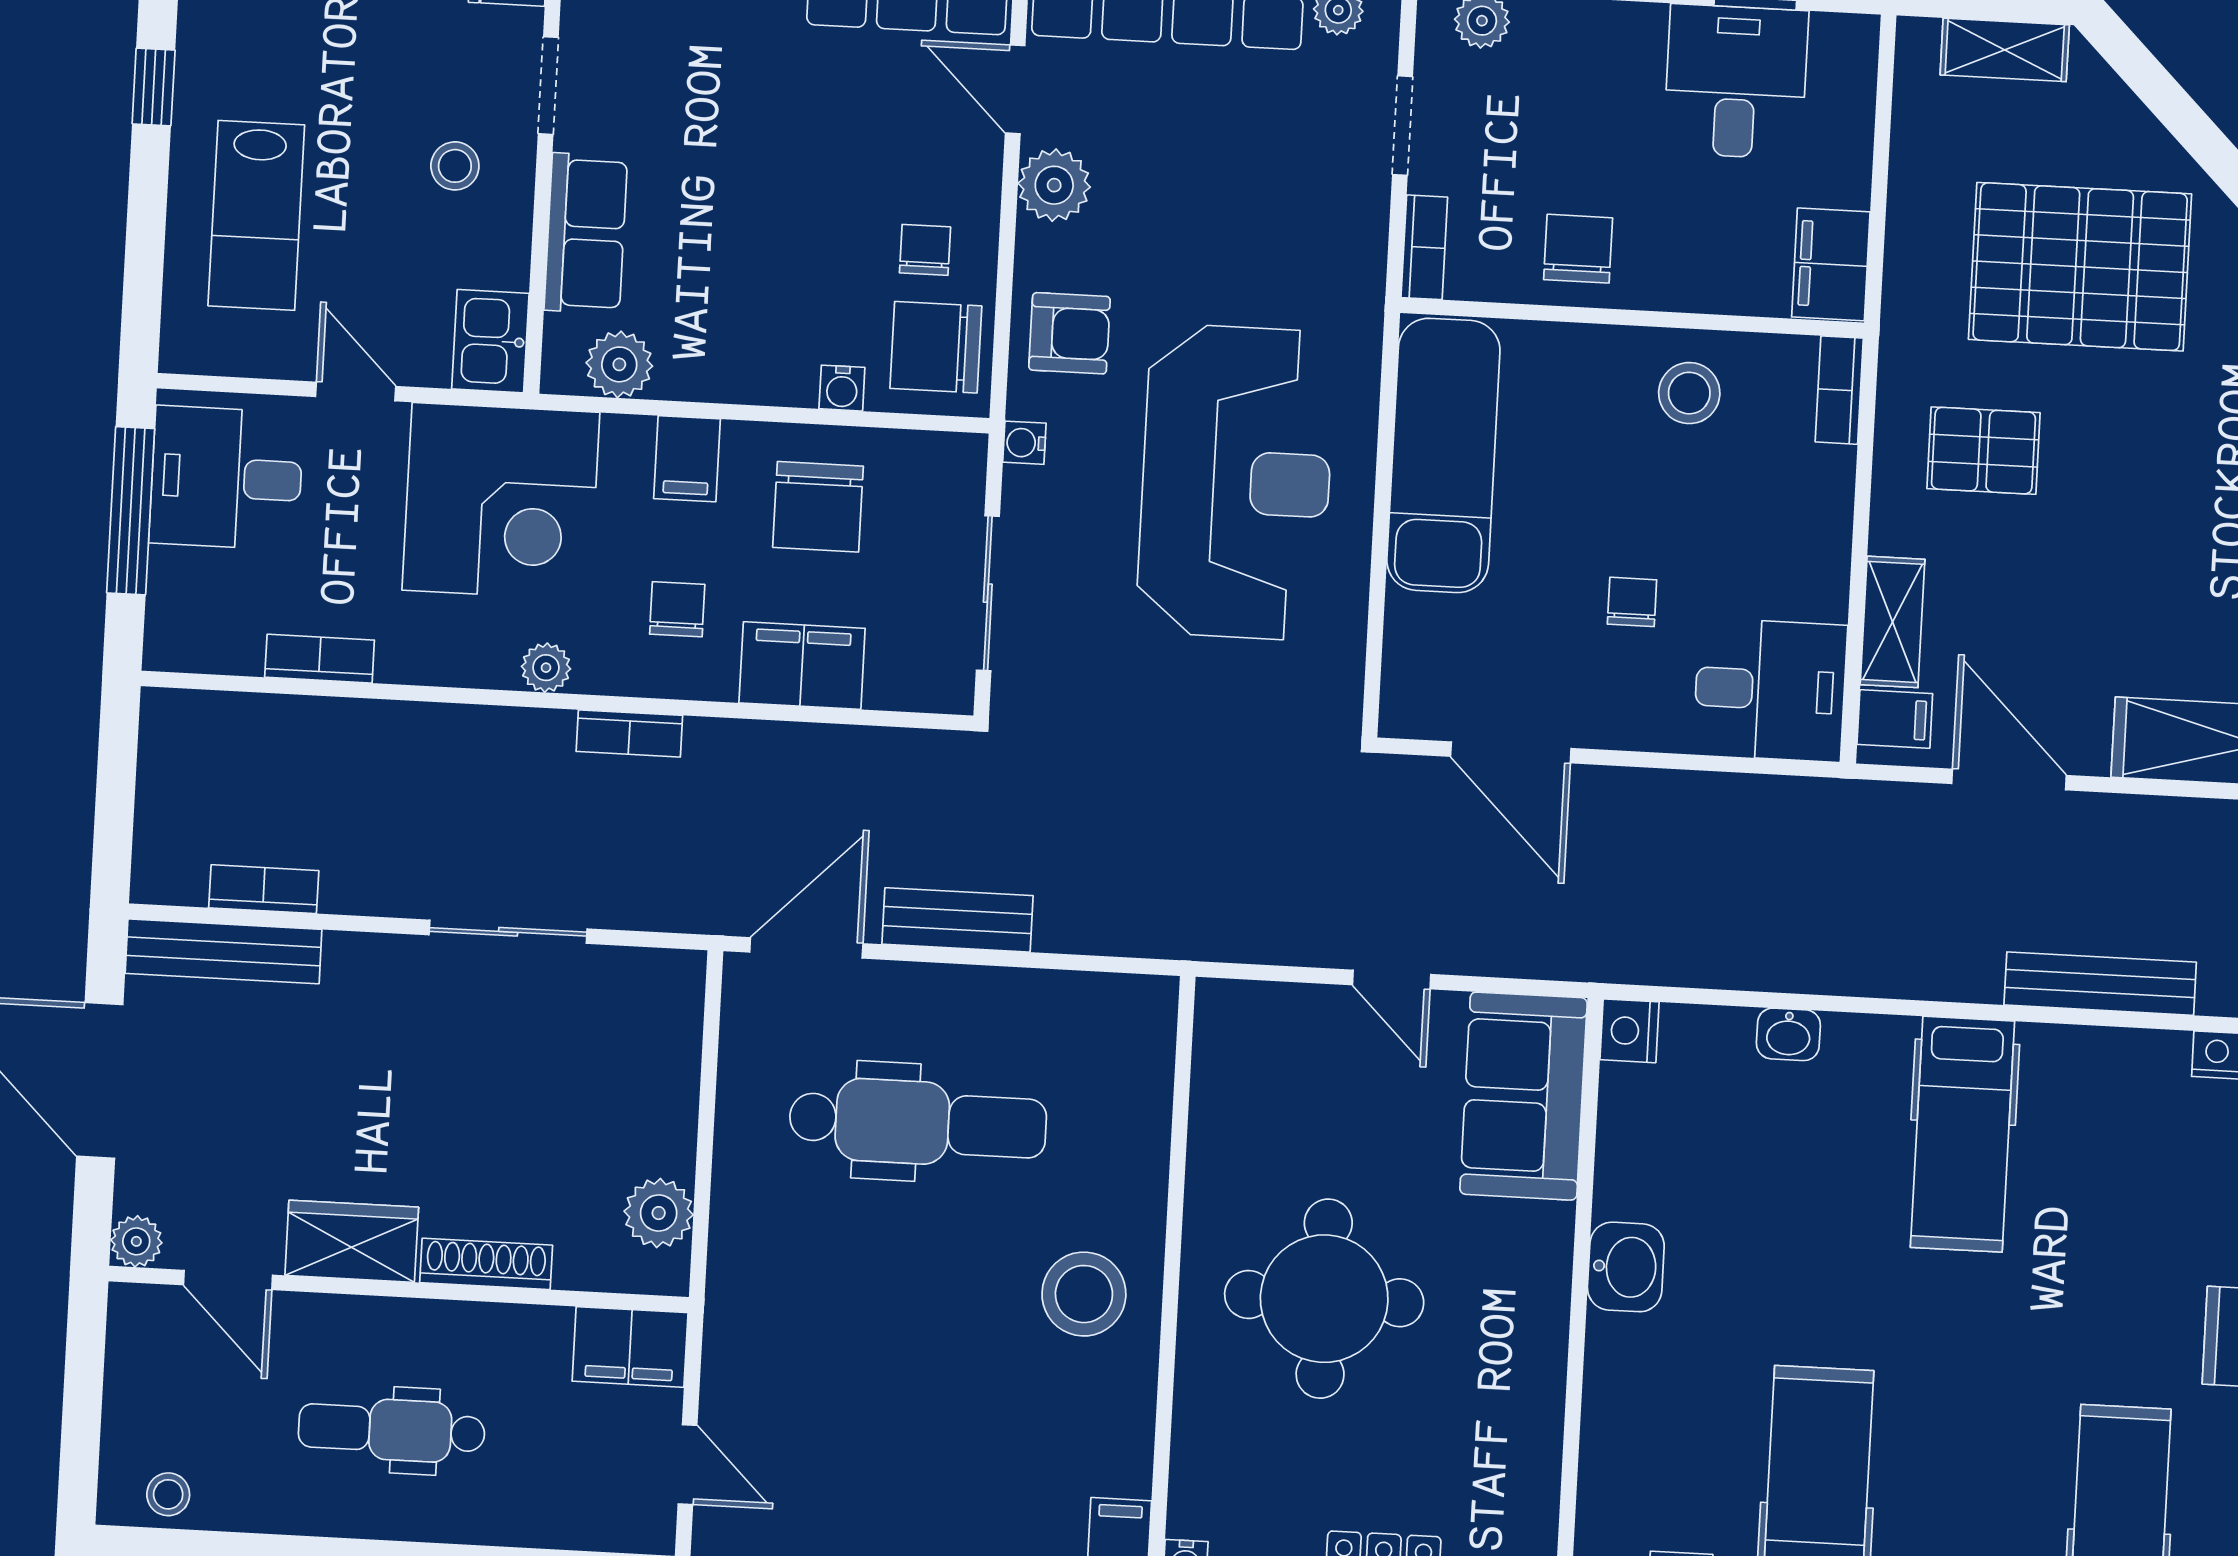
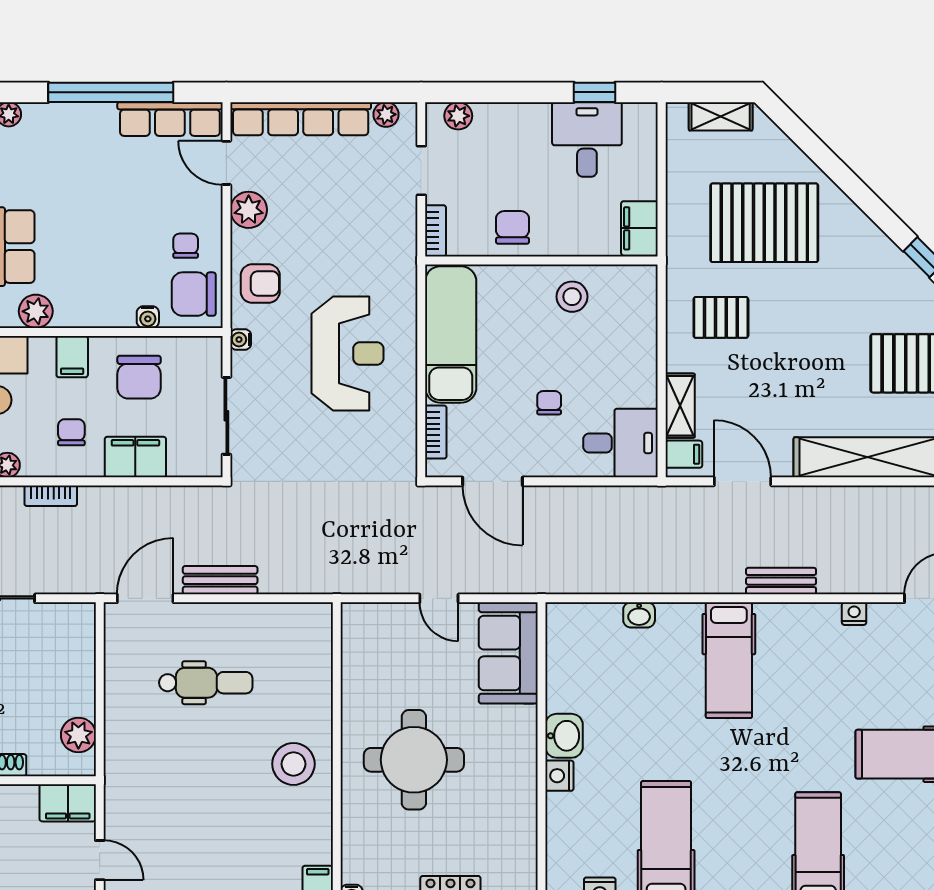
bookcase: (1839, 390) -> (436, 432), moved, turned 180
reception desk: (1236, 482) -> (348, 353), width x0.74, depth x0.77
bench: (2100, 984) -> (781, 581), width x0.73
nightstand: (1629, 1031) -> (559, 776), moved
dental chair: (918, 1123) -> (206, 683), width x0.73, depth x0.72

